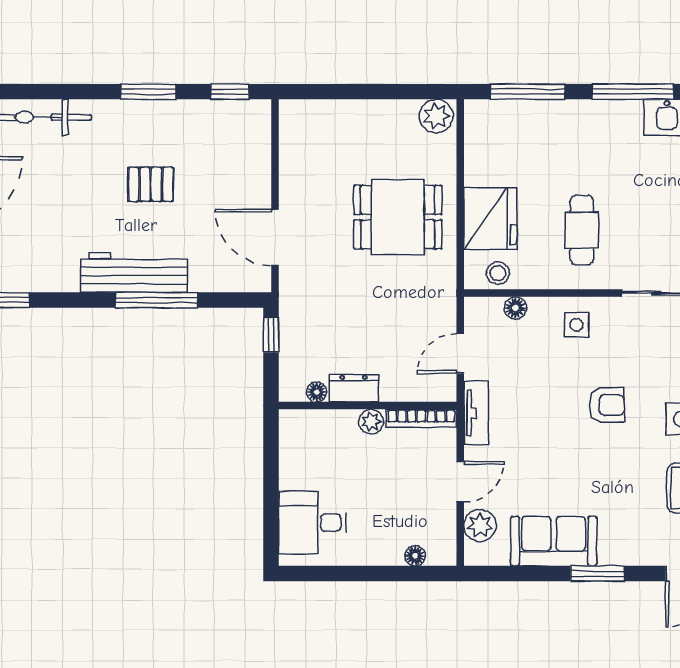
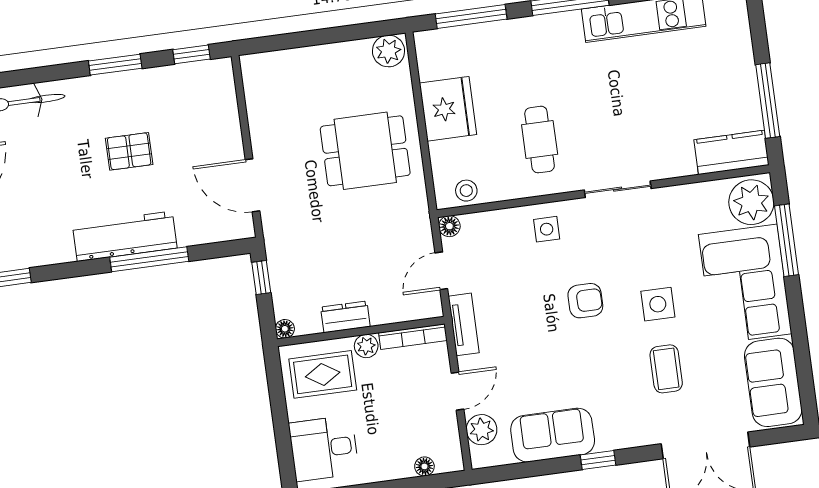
fridge: (490, 219) -> (448, 109), moved
floor lamp: (515, 308) -> (449, 226), moved
floor lamp: (317, 392) -> (285, 329), moved
rug: (322, 445) -> (323, 374), added
window: (598, 574) -> (598, 460), width x0.67

